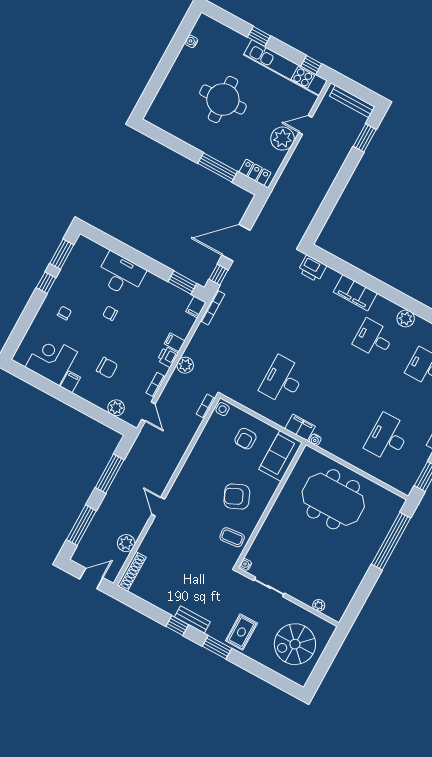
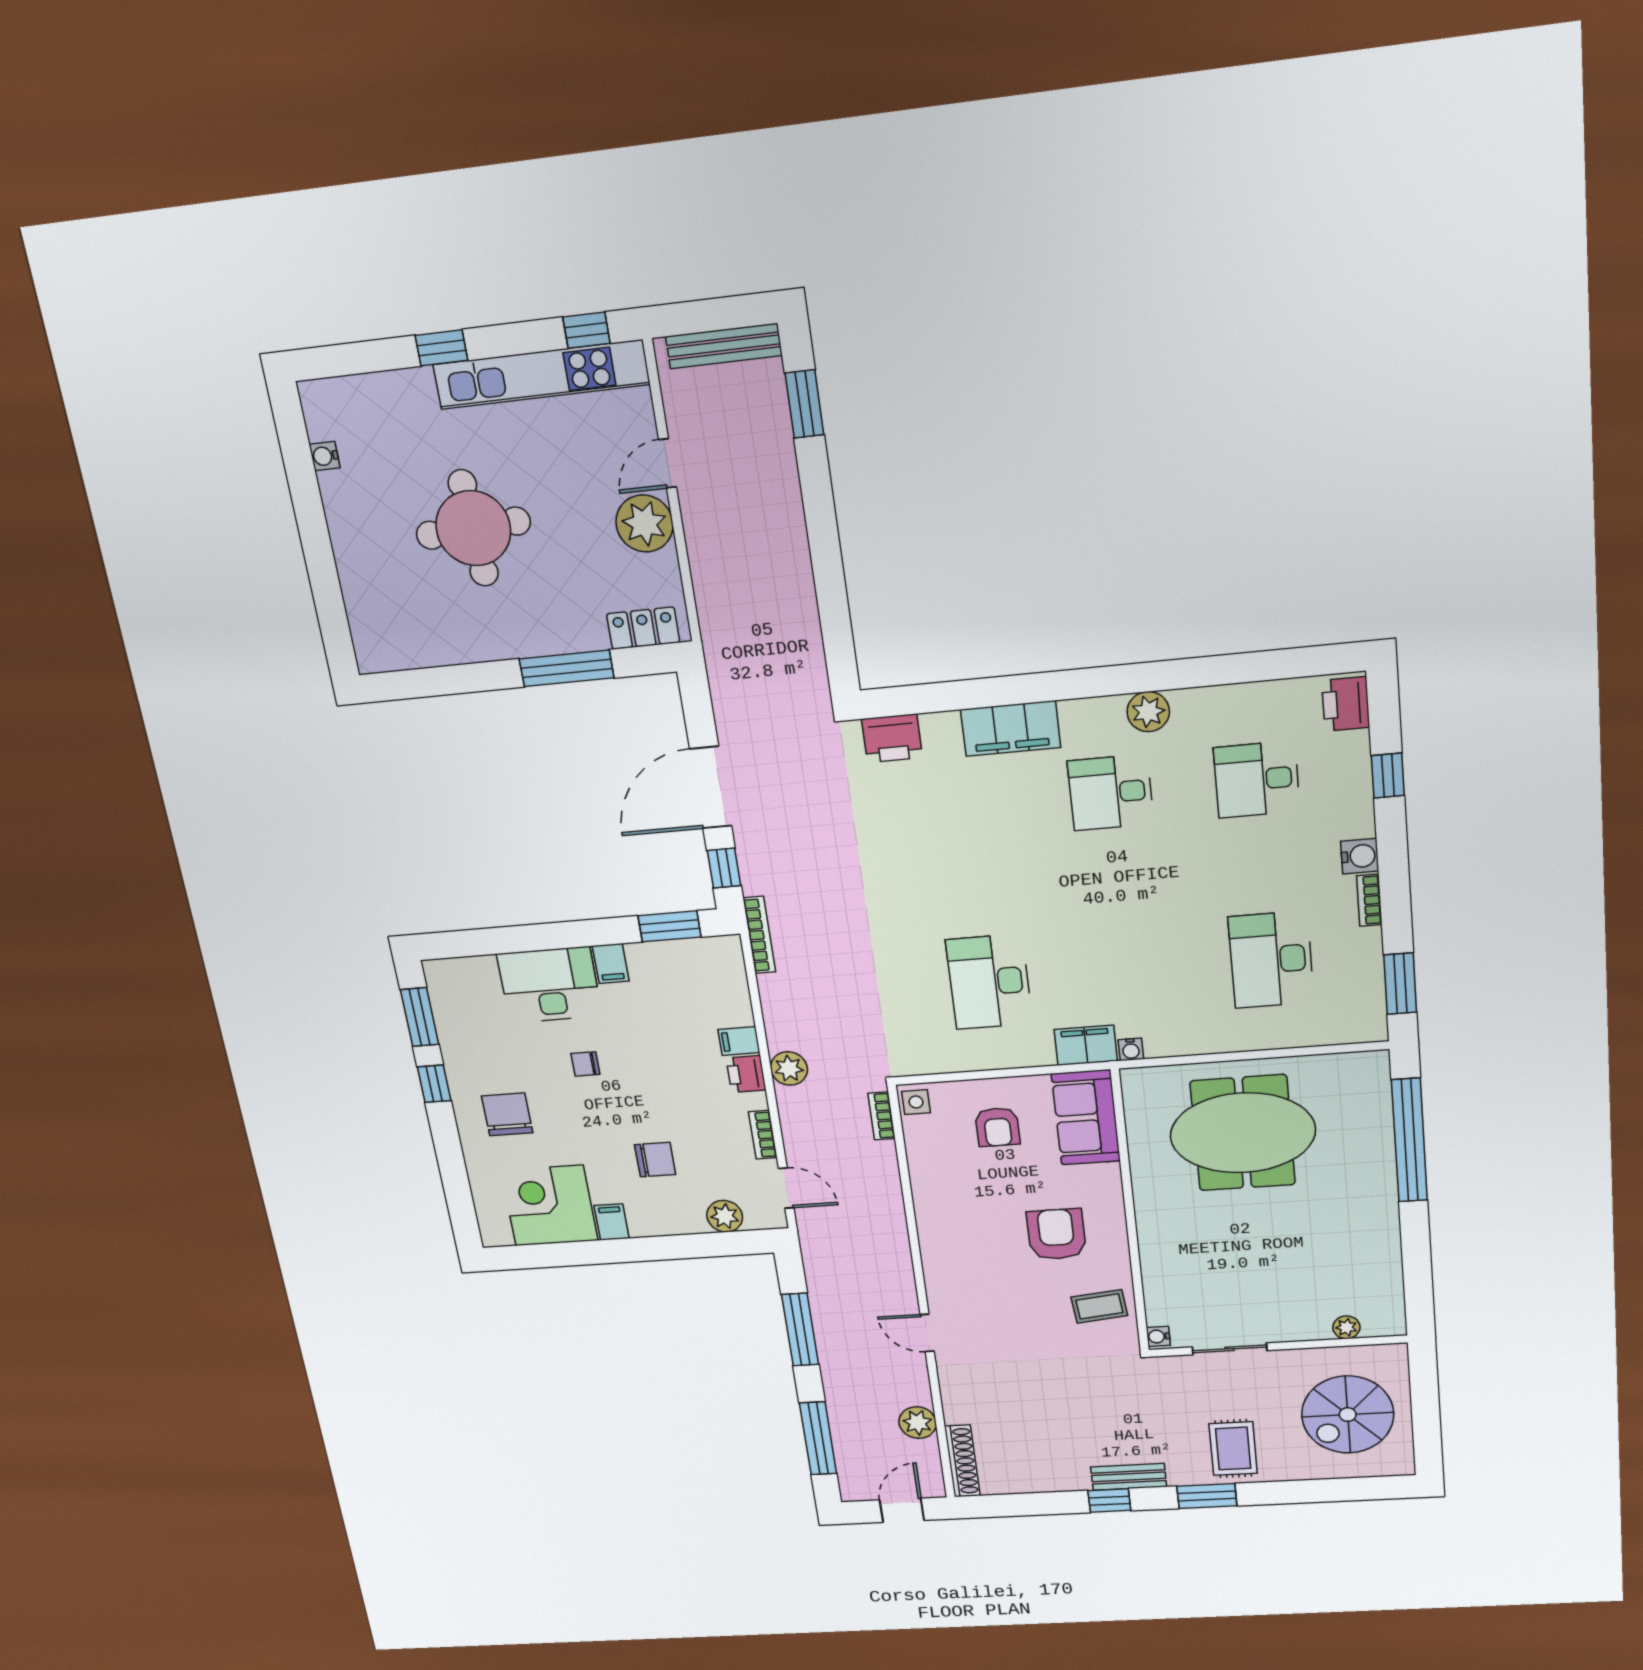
filing cabinet: (196, 307) -> (611, 964), moved
chair: (64, 313) -> (507, 1114), width x1.87, depth x1.87
armchair: (237, 496) -> (1056, 1234), turned 114

